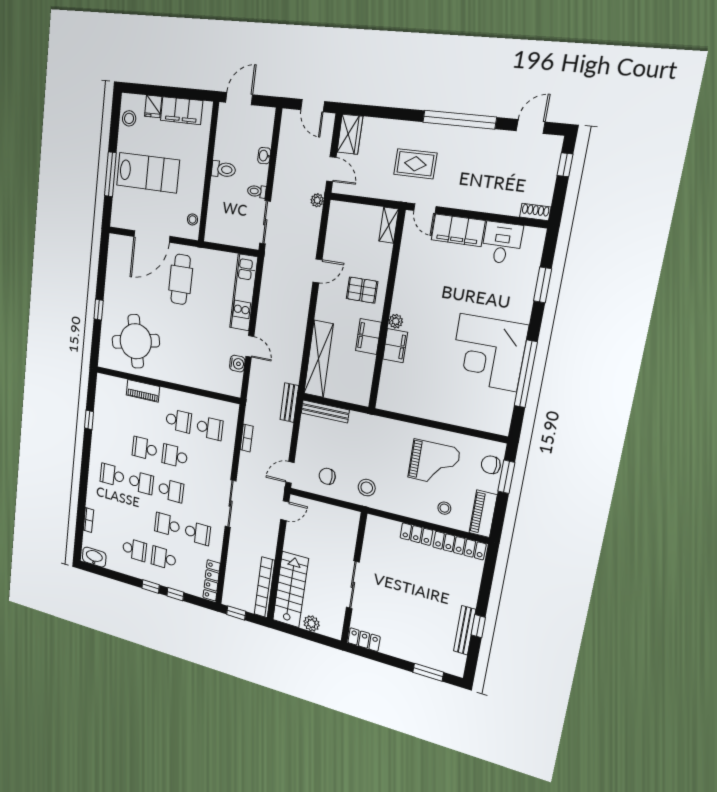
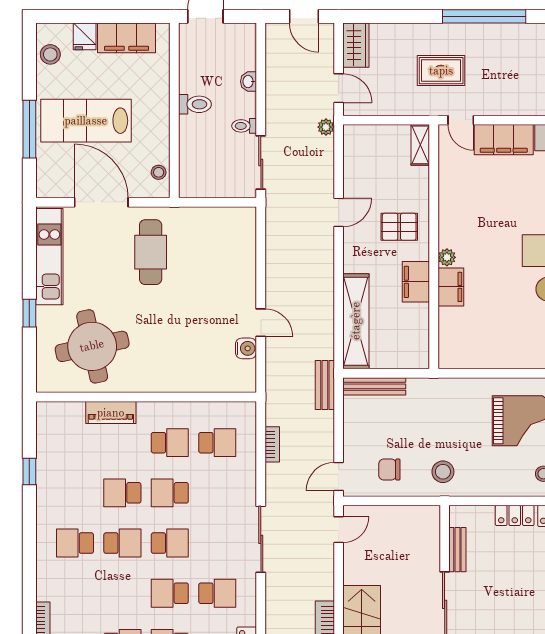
lab bench: (148, 173) -> (86, 121), turned 180
door: (152, 236) -> (101, 202), swing flipped
kitchen unit: (244, 292) -> (49, 257), moved, turned 180
bench: (369, 548) -> (457, 550), added

